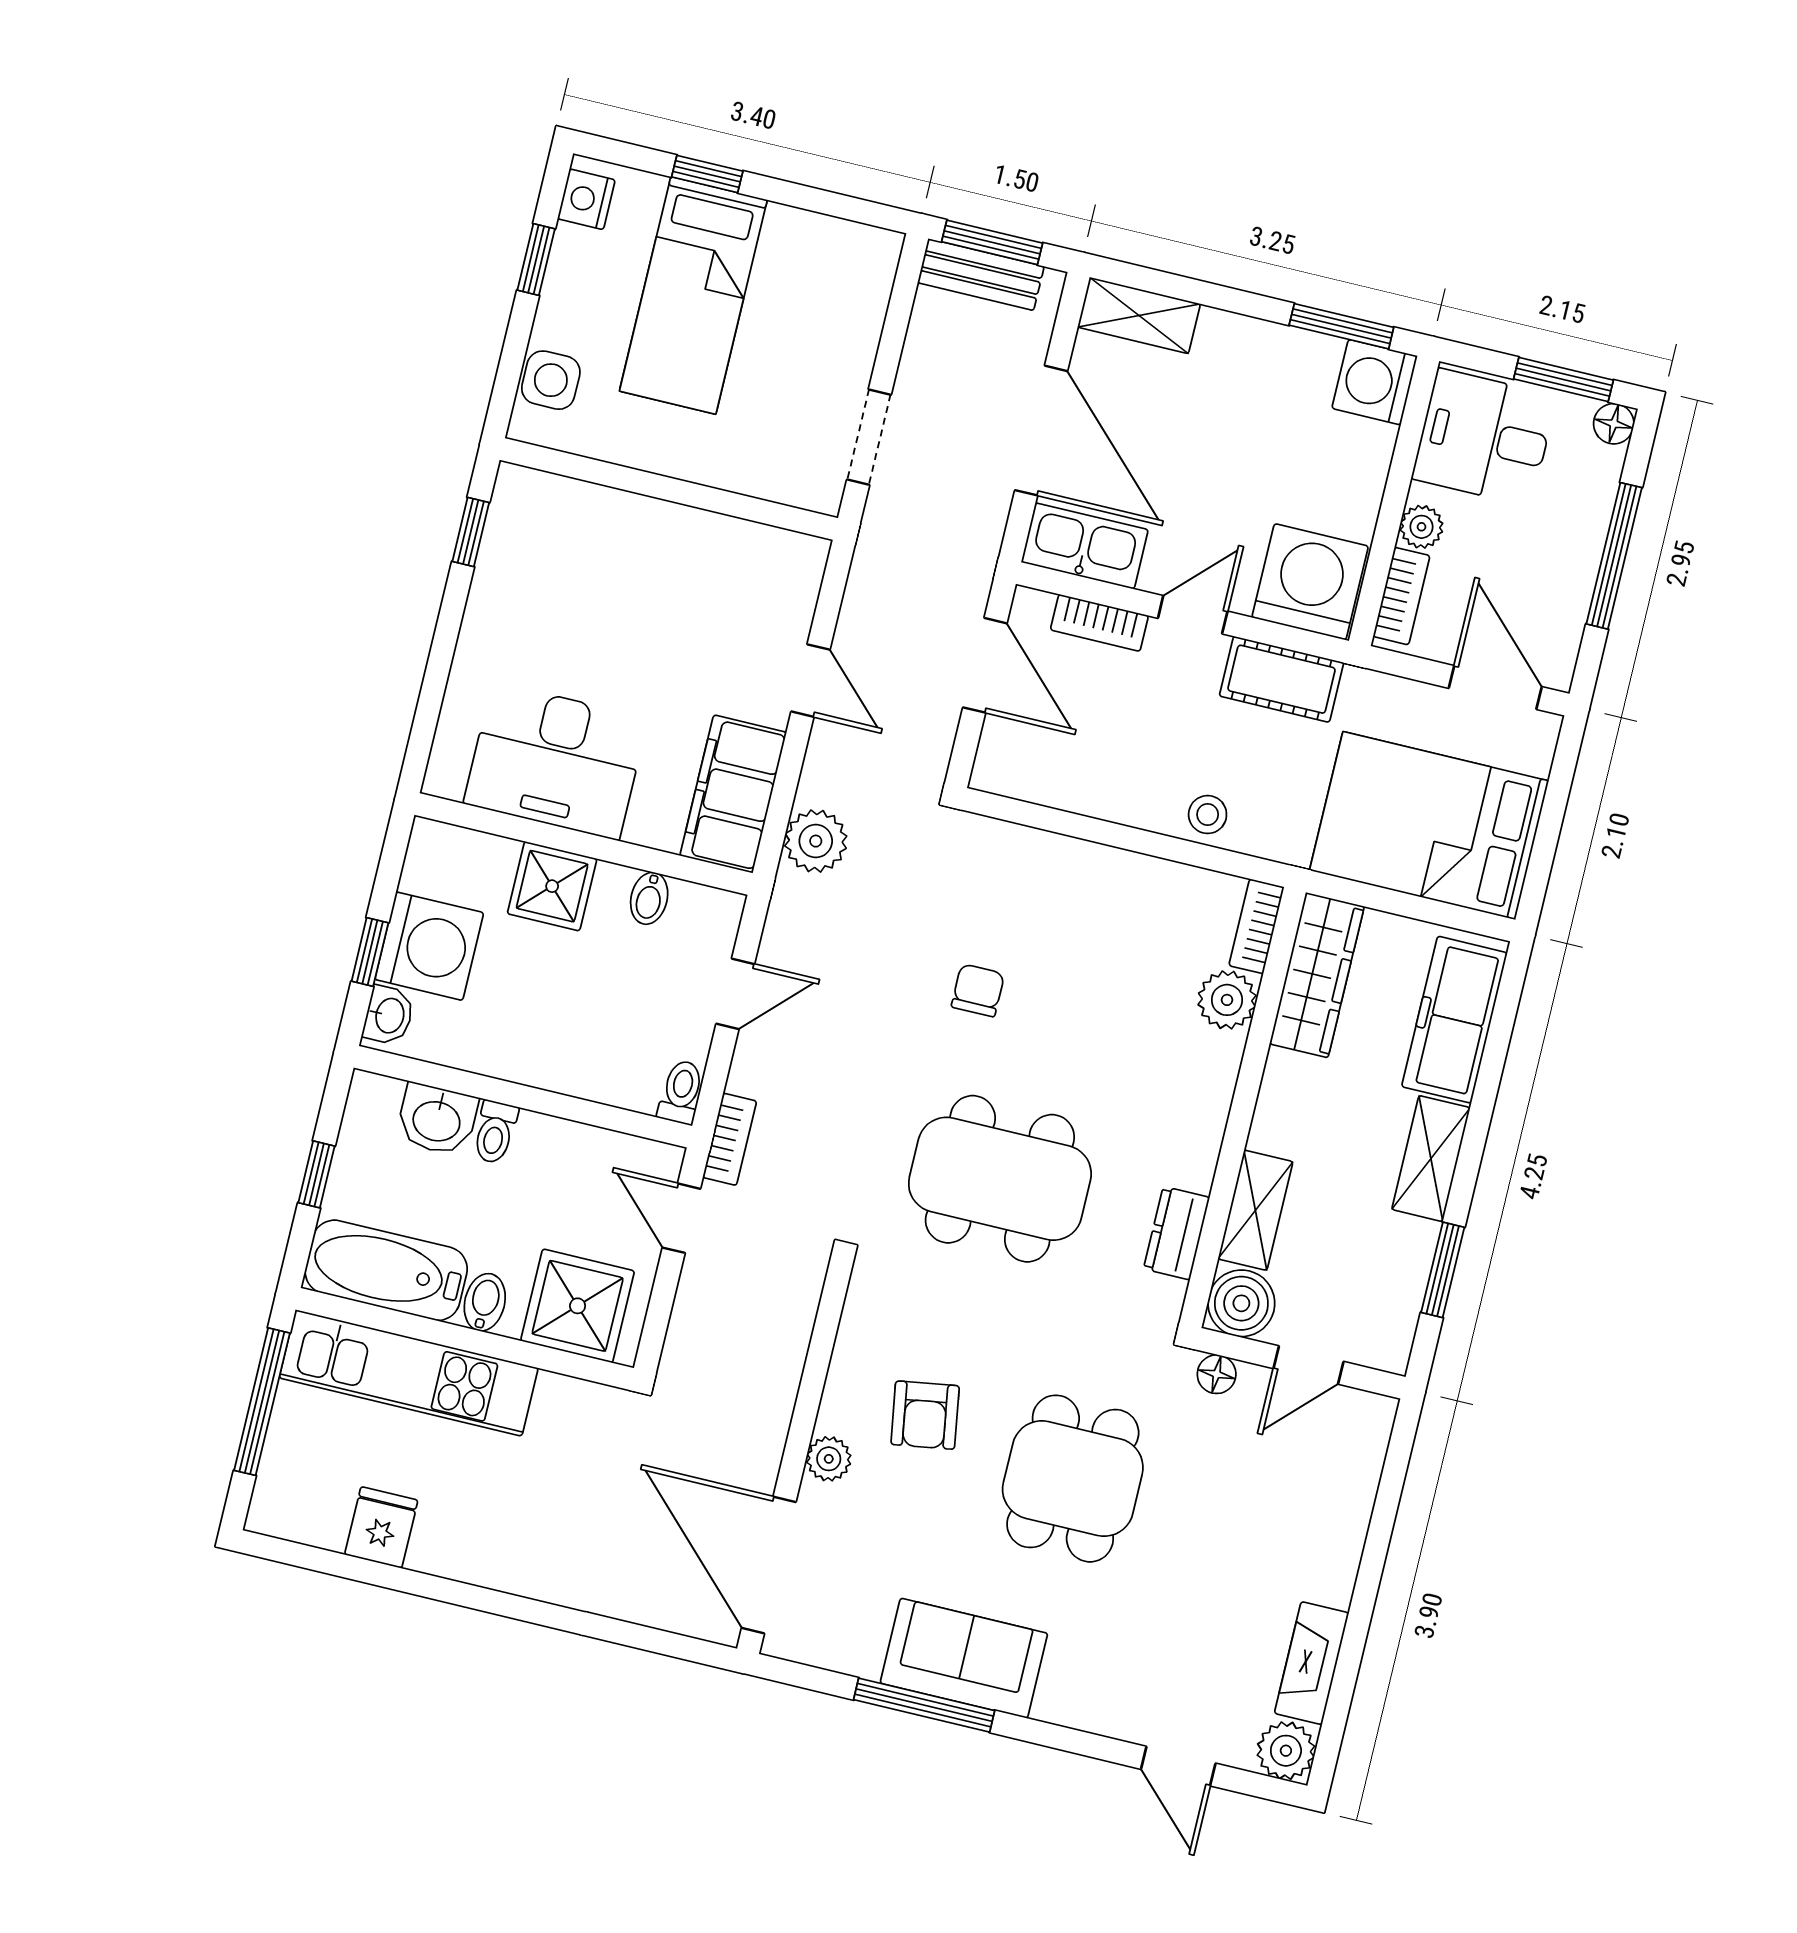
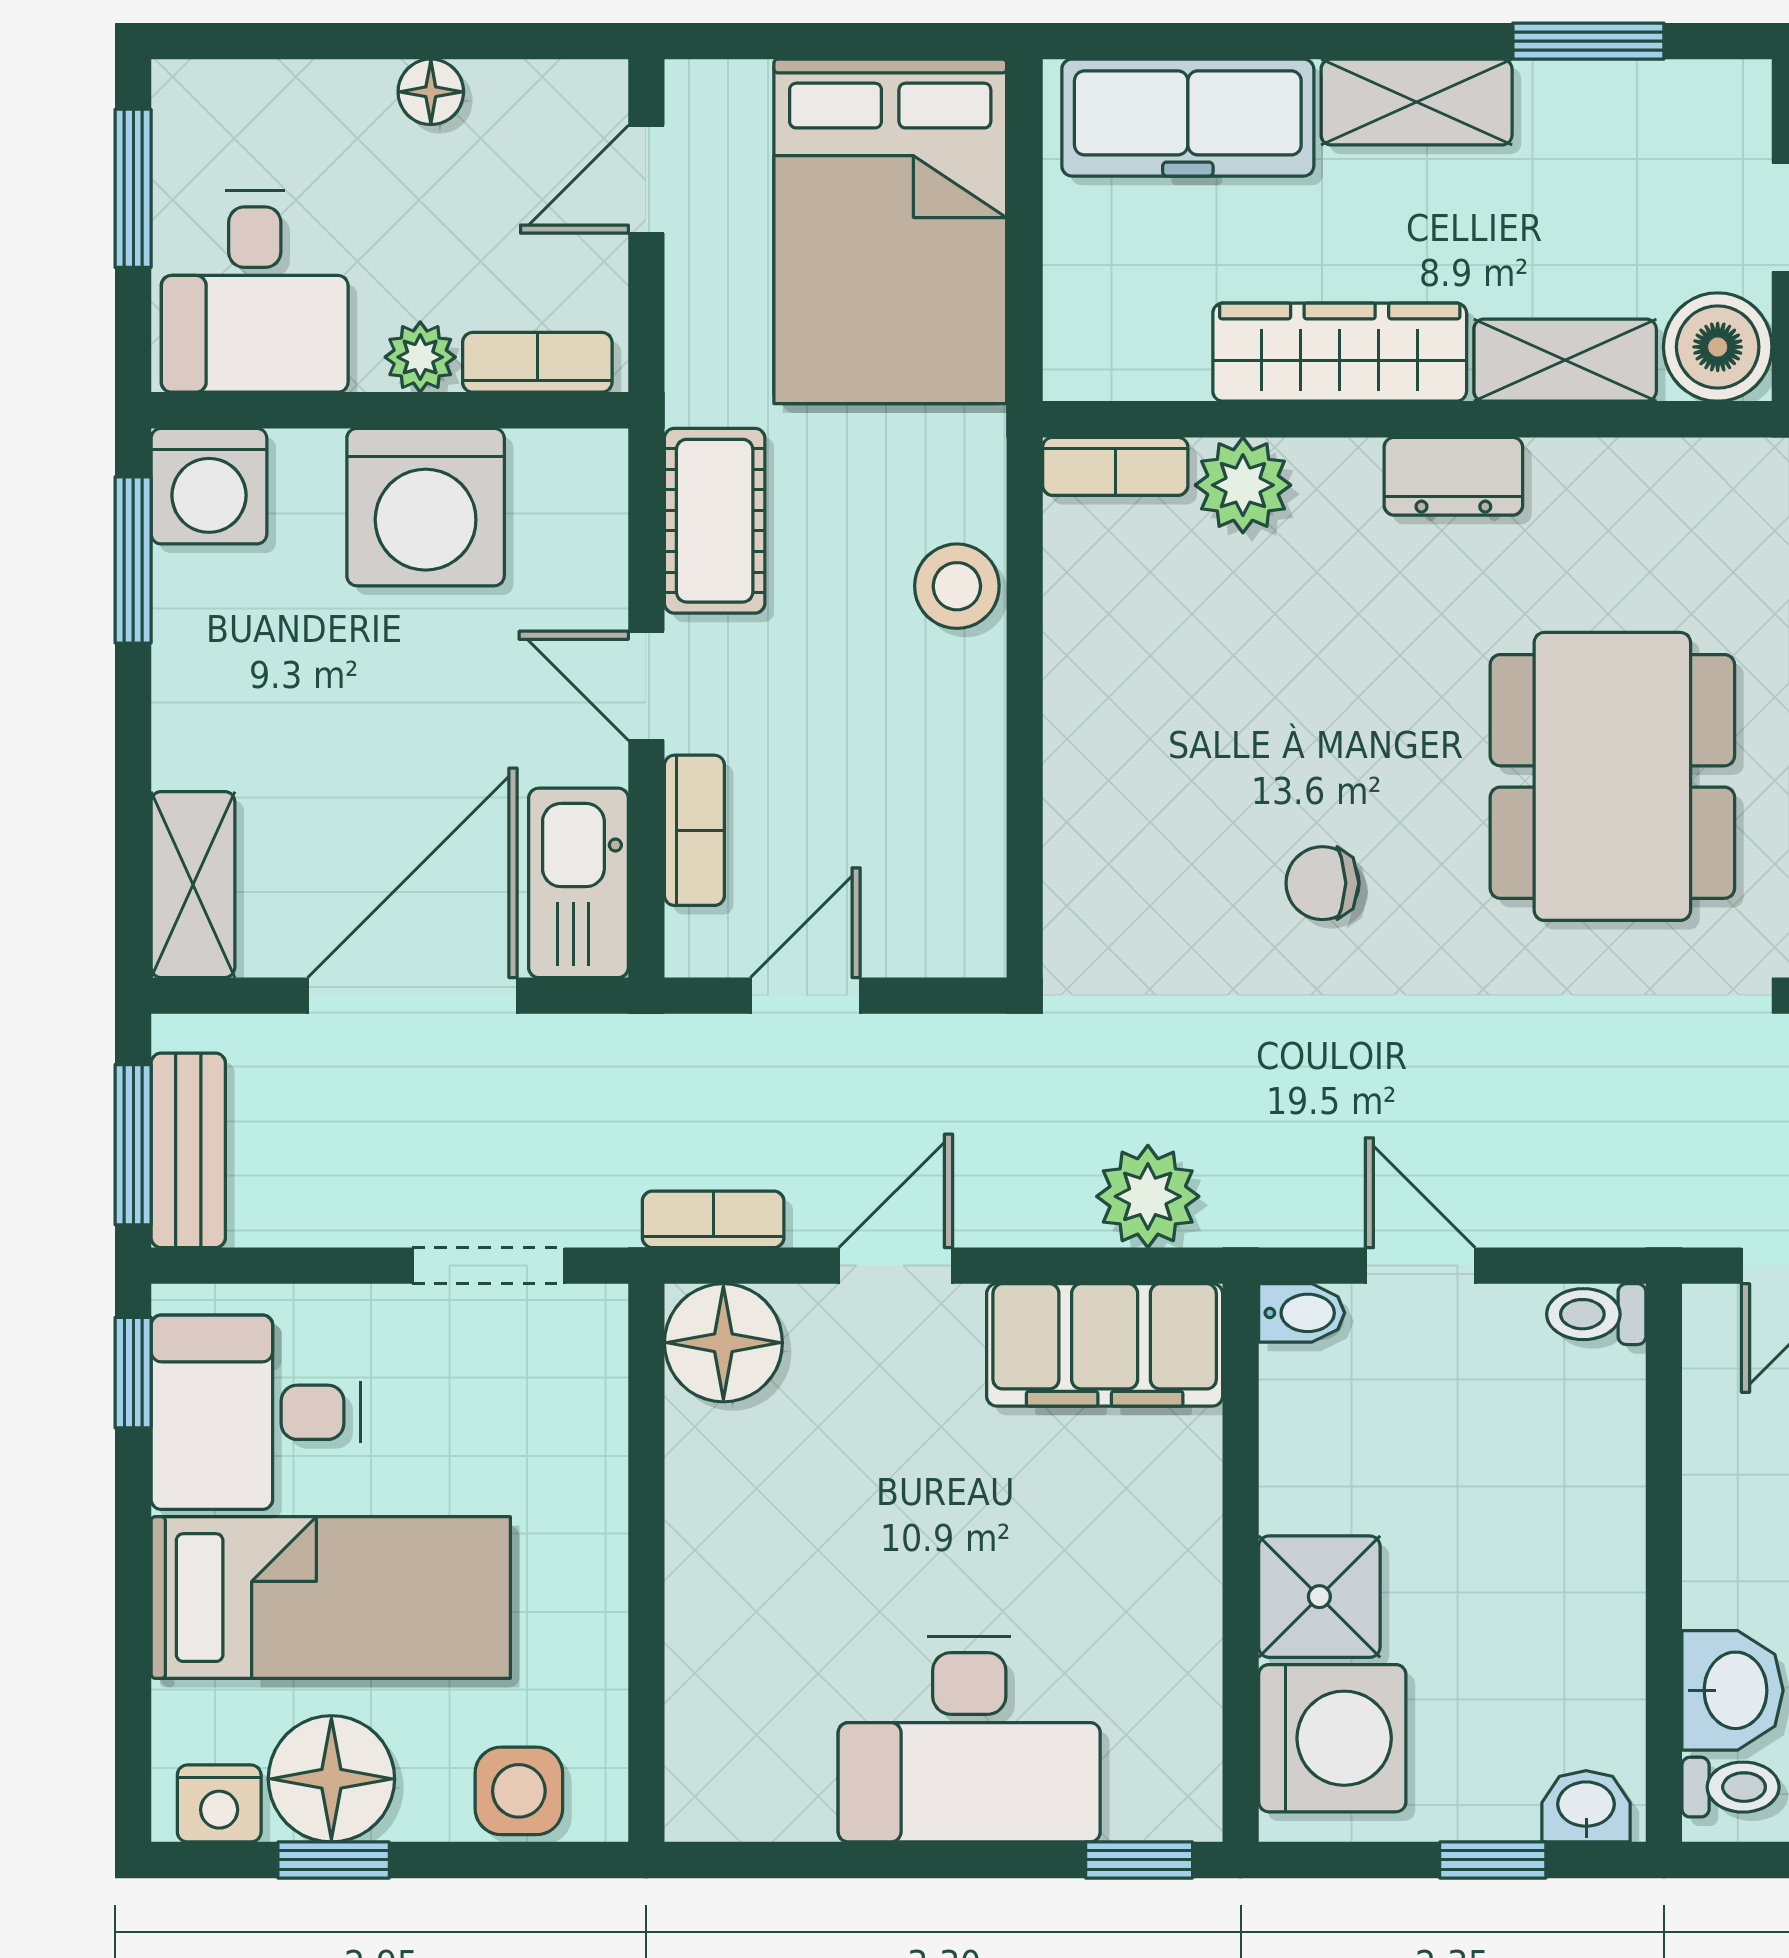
window: (707, 174) -> (133, 1373), moved
floor lamp: (585, 270) -> (331, 1779), added
desk: (815, 277) -> (256, 1412), added
floor lamp: (1614, 424) -> (431, 92), moved
window: (471, 532) -> (1139, 1860), moved
window: (1614, 556) -> (393, 41), removed
floor lamp: (789, 567) -> (723, 1343), added
washing machine: (1310, 582) -> (426, 507), moved, turned -90
door: (985, 665) -> (805, 996), width x0.73
door: (1495, 687) -> (646, 179), width x0.73
desk: (556, 761) -> (969, 1739), moved, turned 90
stool: (1208, 815) -> (957, 586), width x1.37, depth x1.37
bidet: (649, 898) -> (1302, 1313), moved
washing machine: (429, 946) -> (1332, 1738), moved, turned 90
wardrobe: (1317, 975) -> (1340, 352), moved
toilet: (495, 1132) -> (1730, 1787), moved
bookcase: (730, 1139) -> (713, 1219), moved
dresser: (1177, 1233) -> (1453, 476), moved

